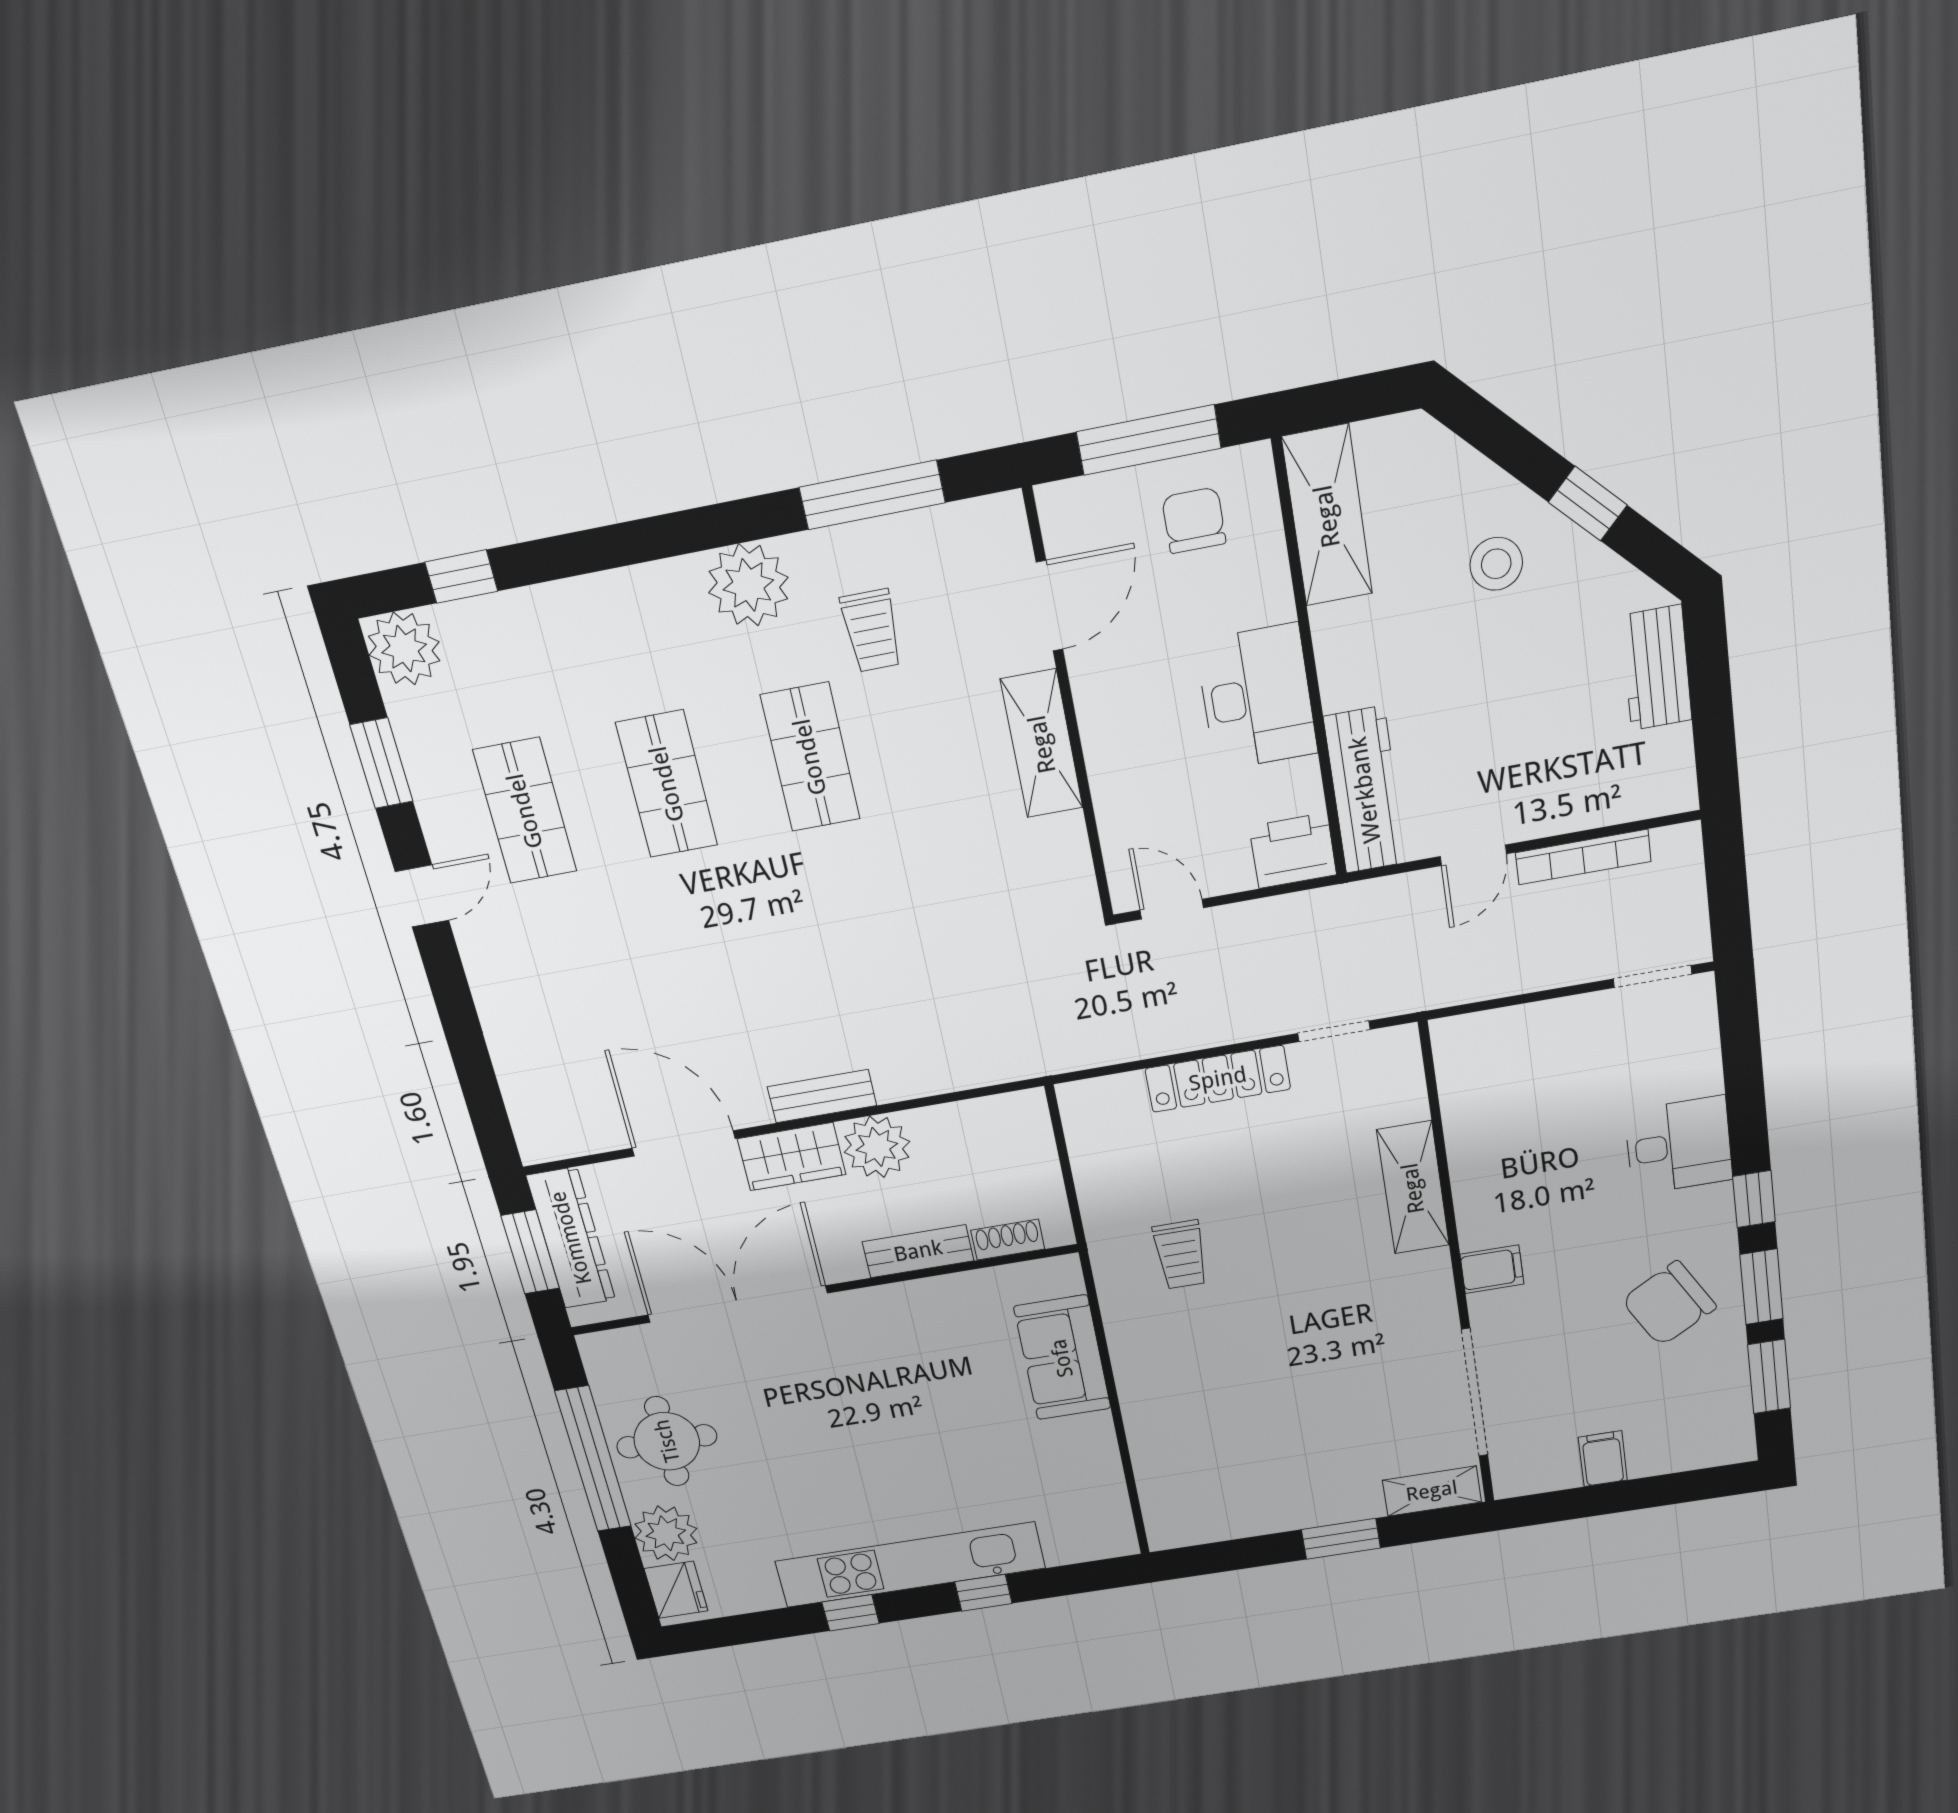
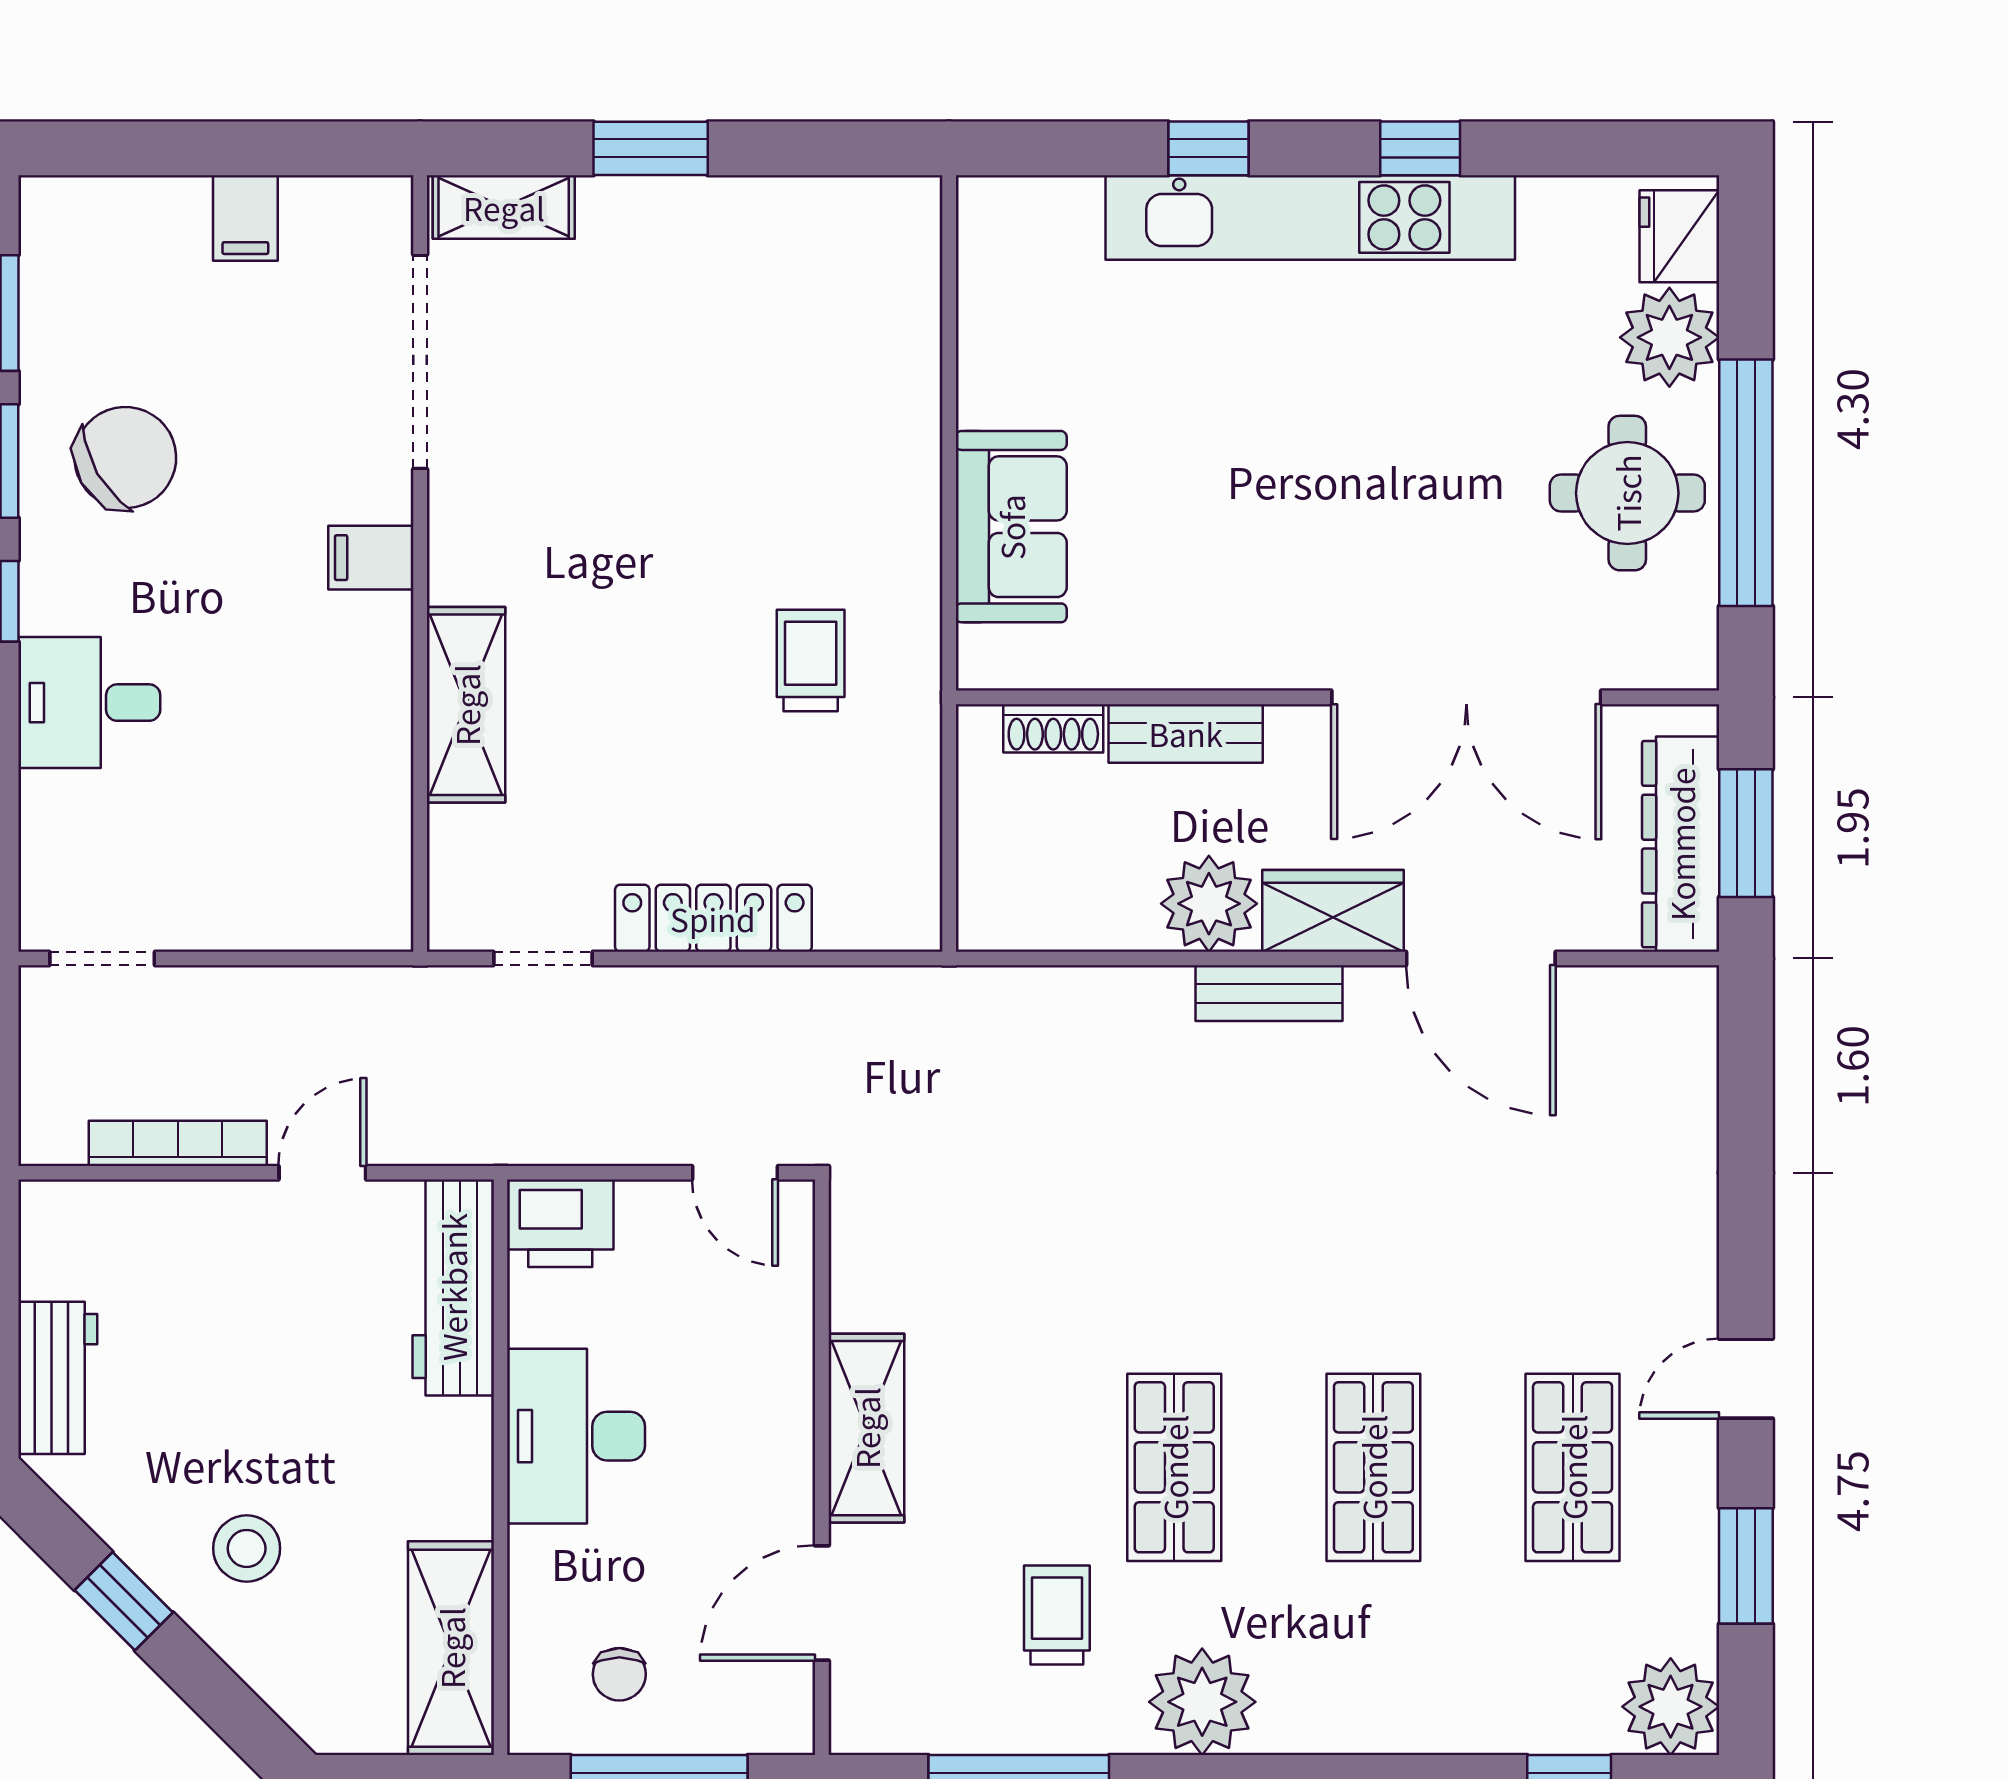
chair: (1194, 520) -> (619, 1674), width x0.73, depth x0.73

